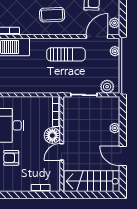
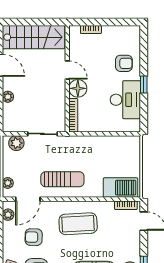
coffee table: (52, 15) -> (78, 224), width x1.36, depth x1.32
sun lounger: (66, 54) -> (62, 179), turned 180
door: (62, 152) -> (67, 70), hinge flipped

